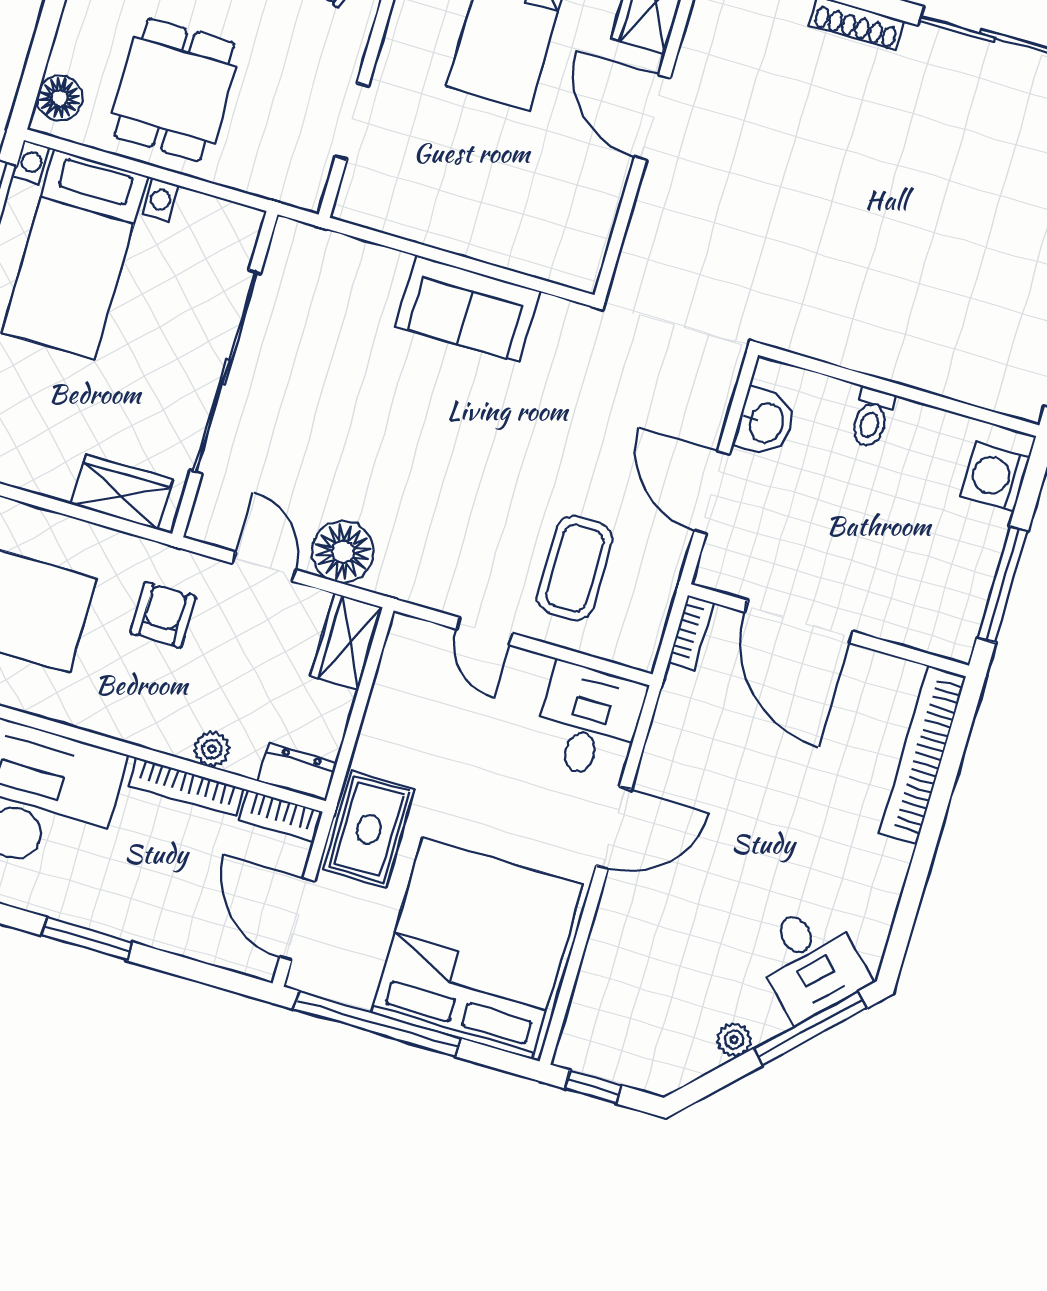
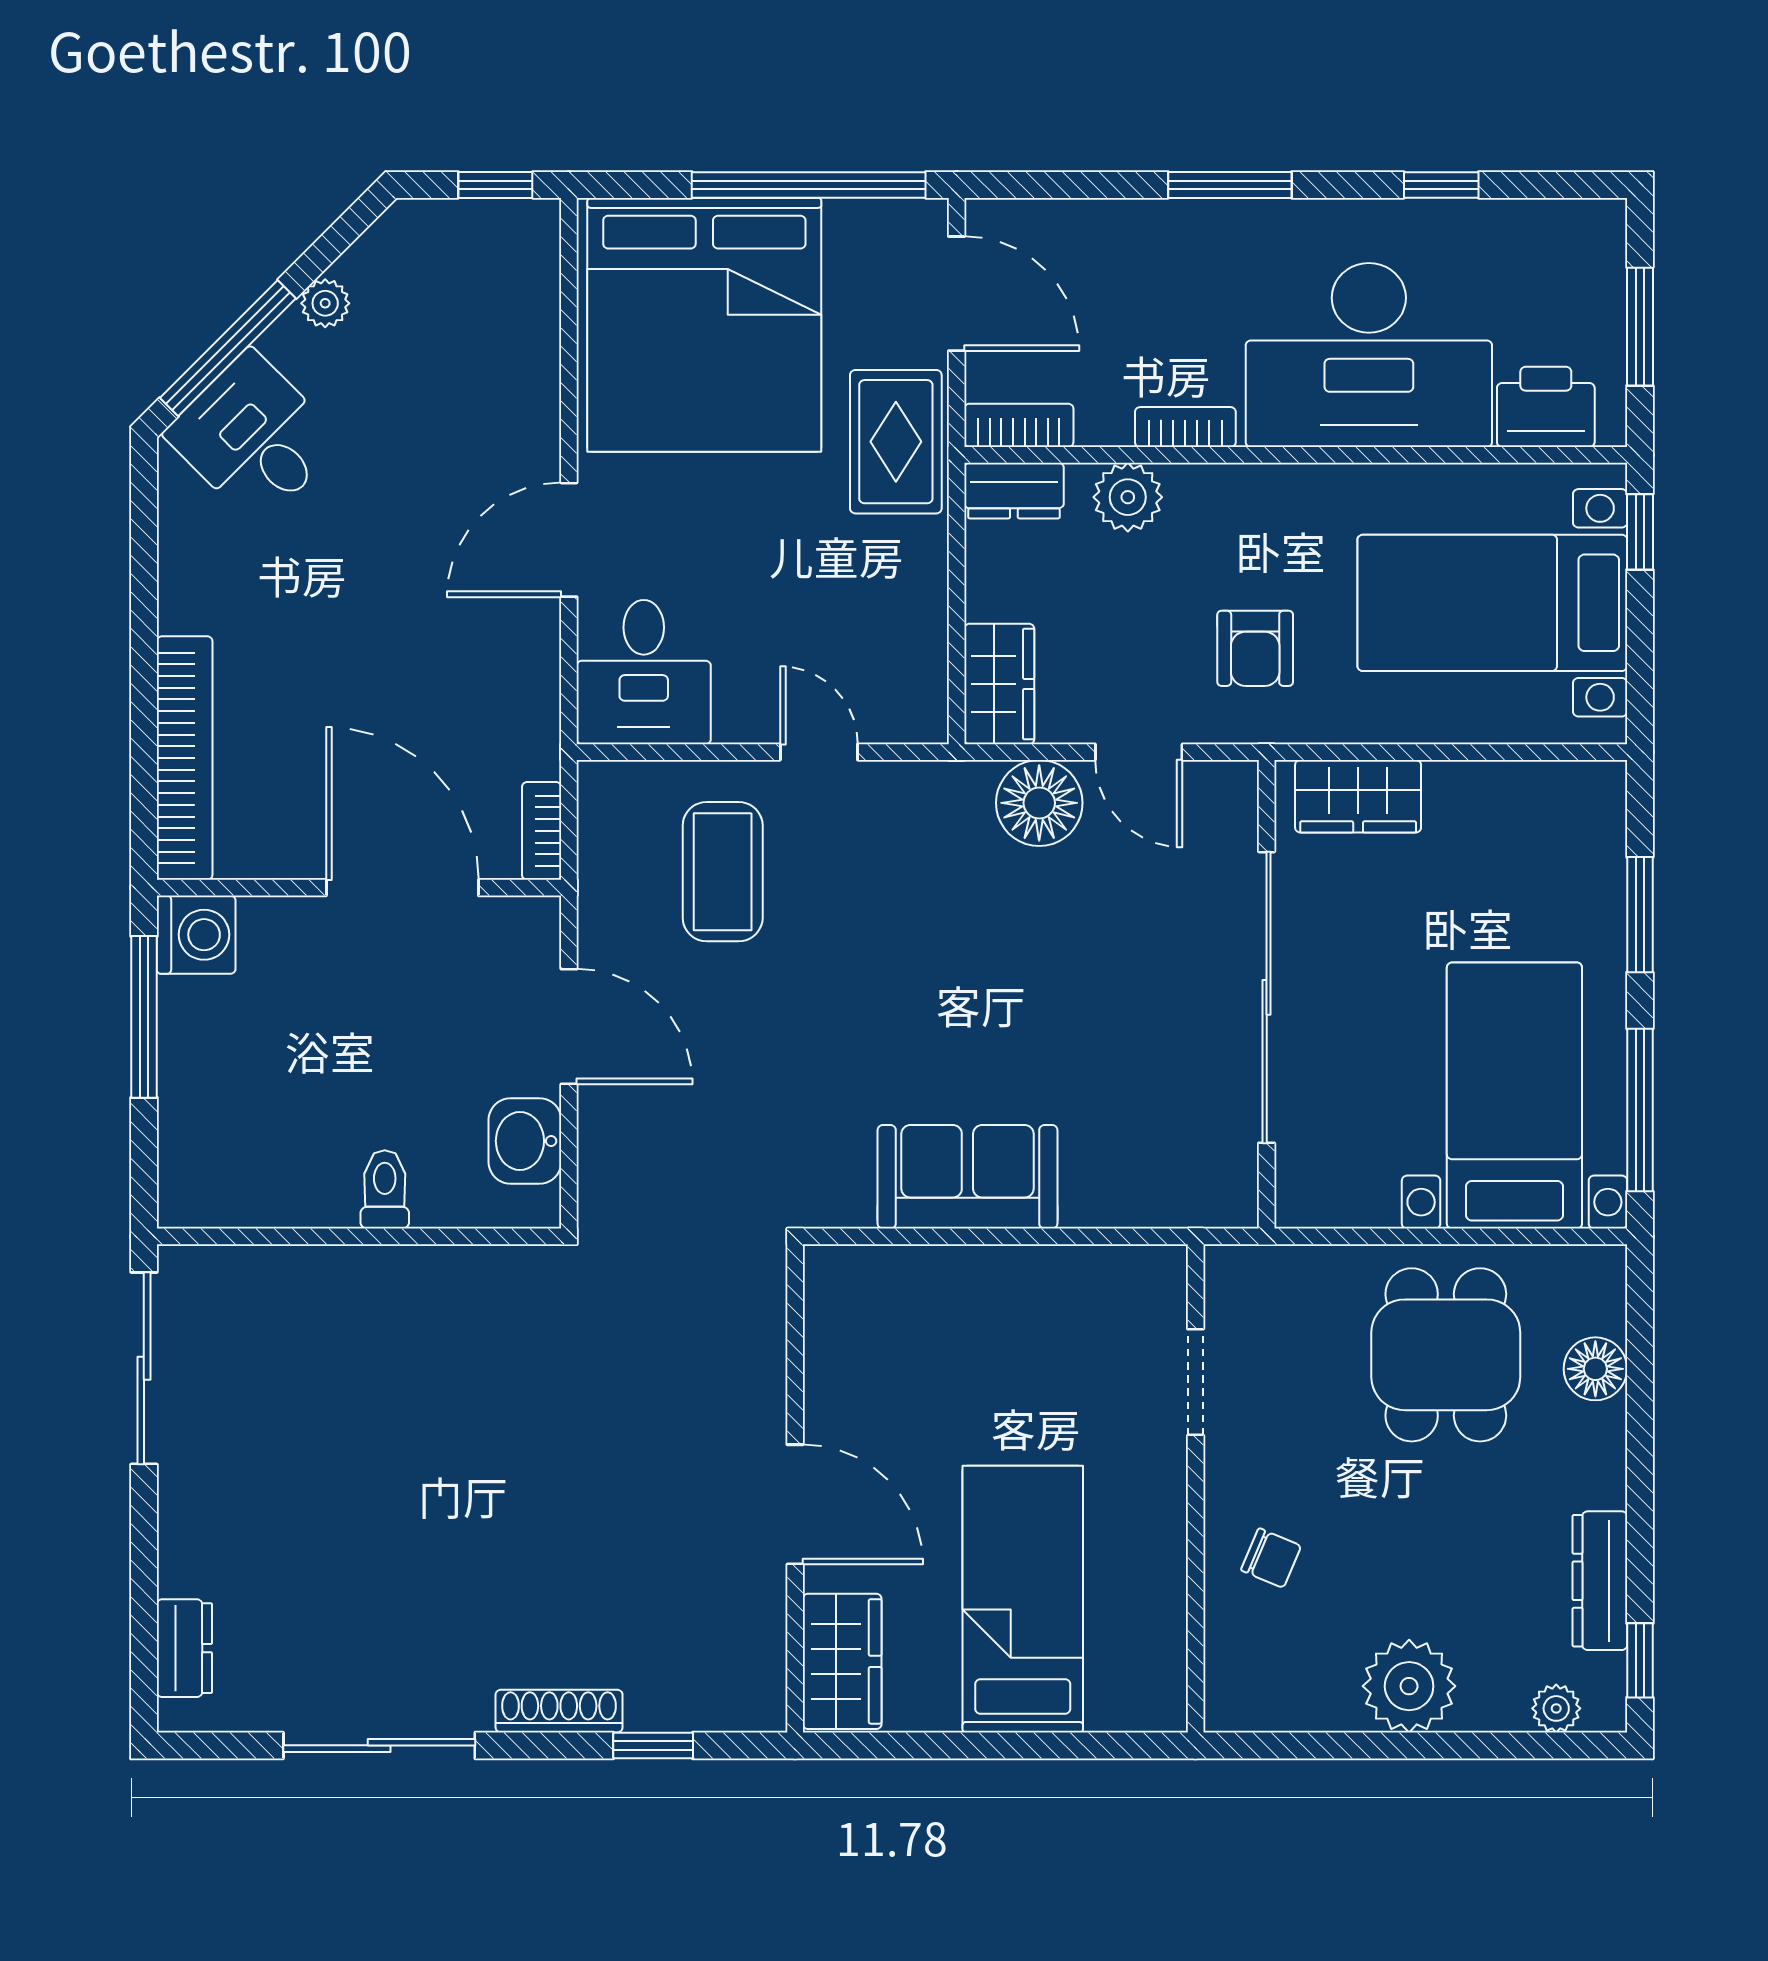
floor lamp: (60, 98) -> (1595, 1369), moved
washing machine: (995, 477) -> (196, 935), moved
plant: (212, 749) -> (1128, 497), width x1.38, depth x1.38
bookcase: (186, 787) -> (1185, 427), width x0.64

